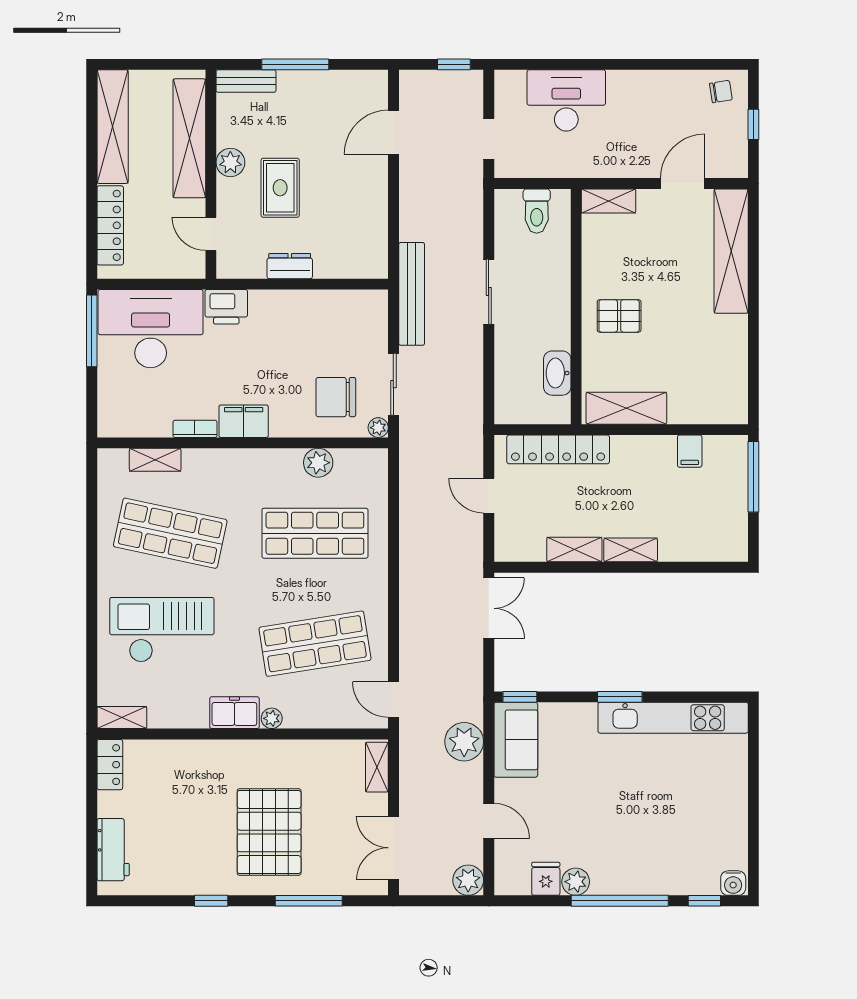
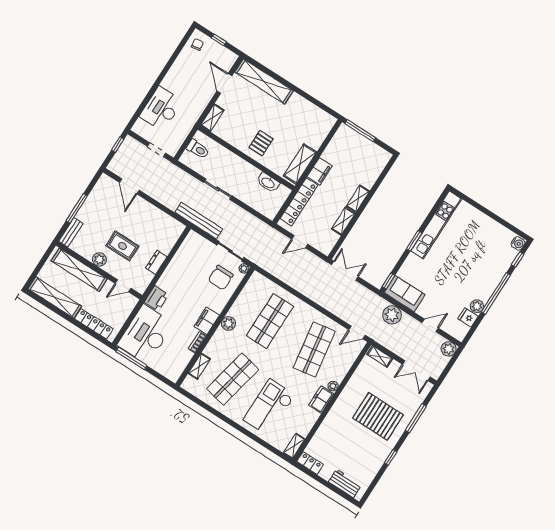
filing cabinet: (690, 451) -> (320, 171), moved, width x2.00
plant: (318, 463) -> (228, 323), moved

